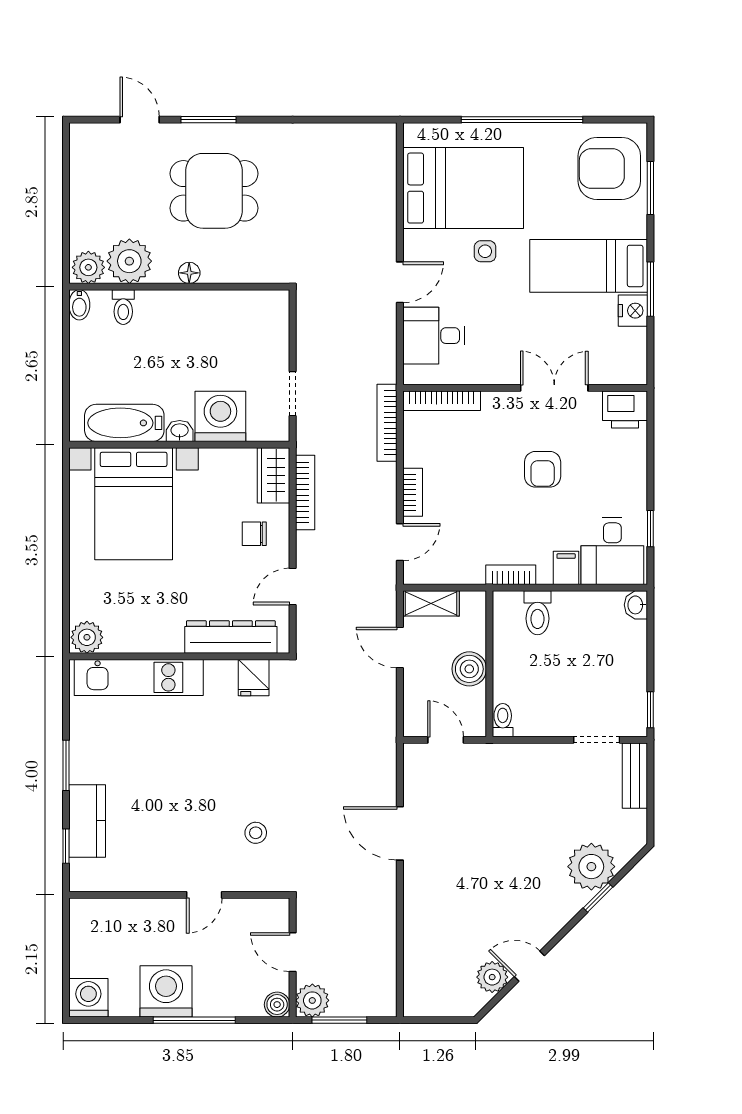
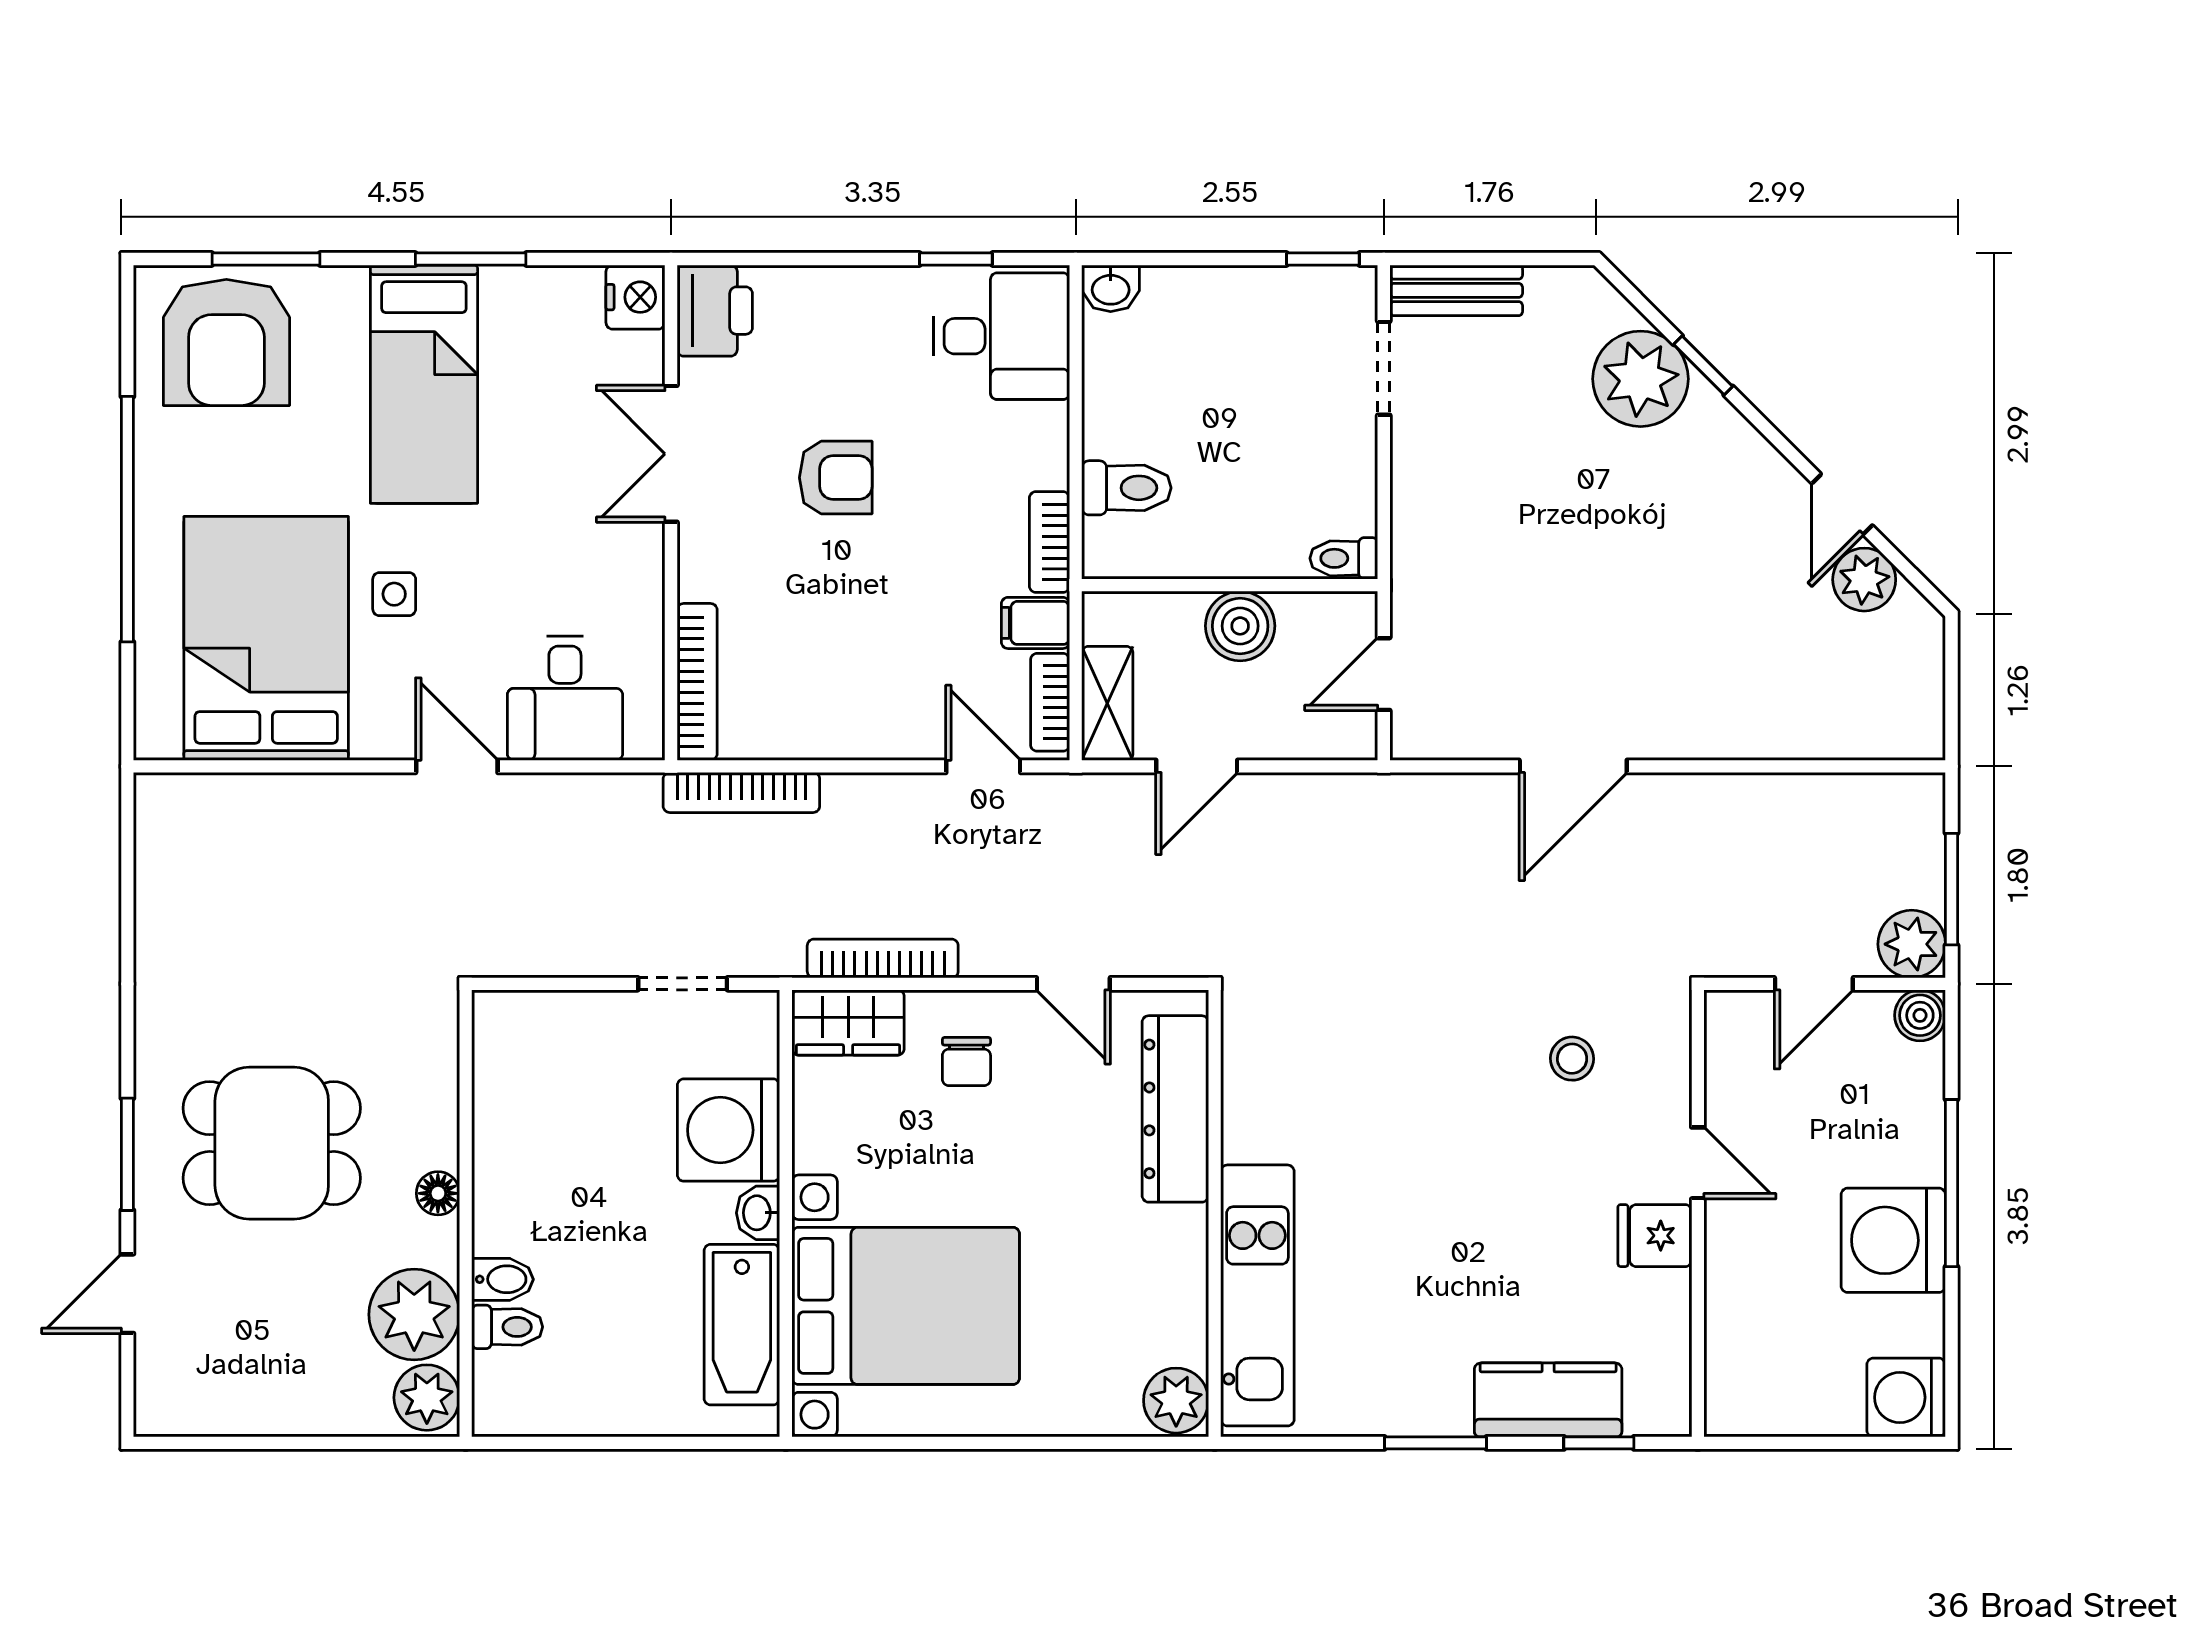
dining table: (214, 191) -> (272, 1143), turned 90
bidet: (79, 305) -> (503, 1279), moved
nightstand: (633, 311) -> (635, 297), moved, turned 90
bookcase: (413, 492) -> (1050, 702), moved, turned -90
filing cabinet: (566, 568) -> (1035, 623), moved
fridge: (254, 678) -> (1655, 1236), moved, turned 180

